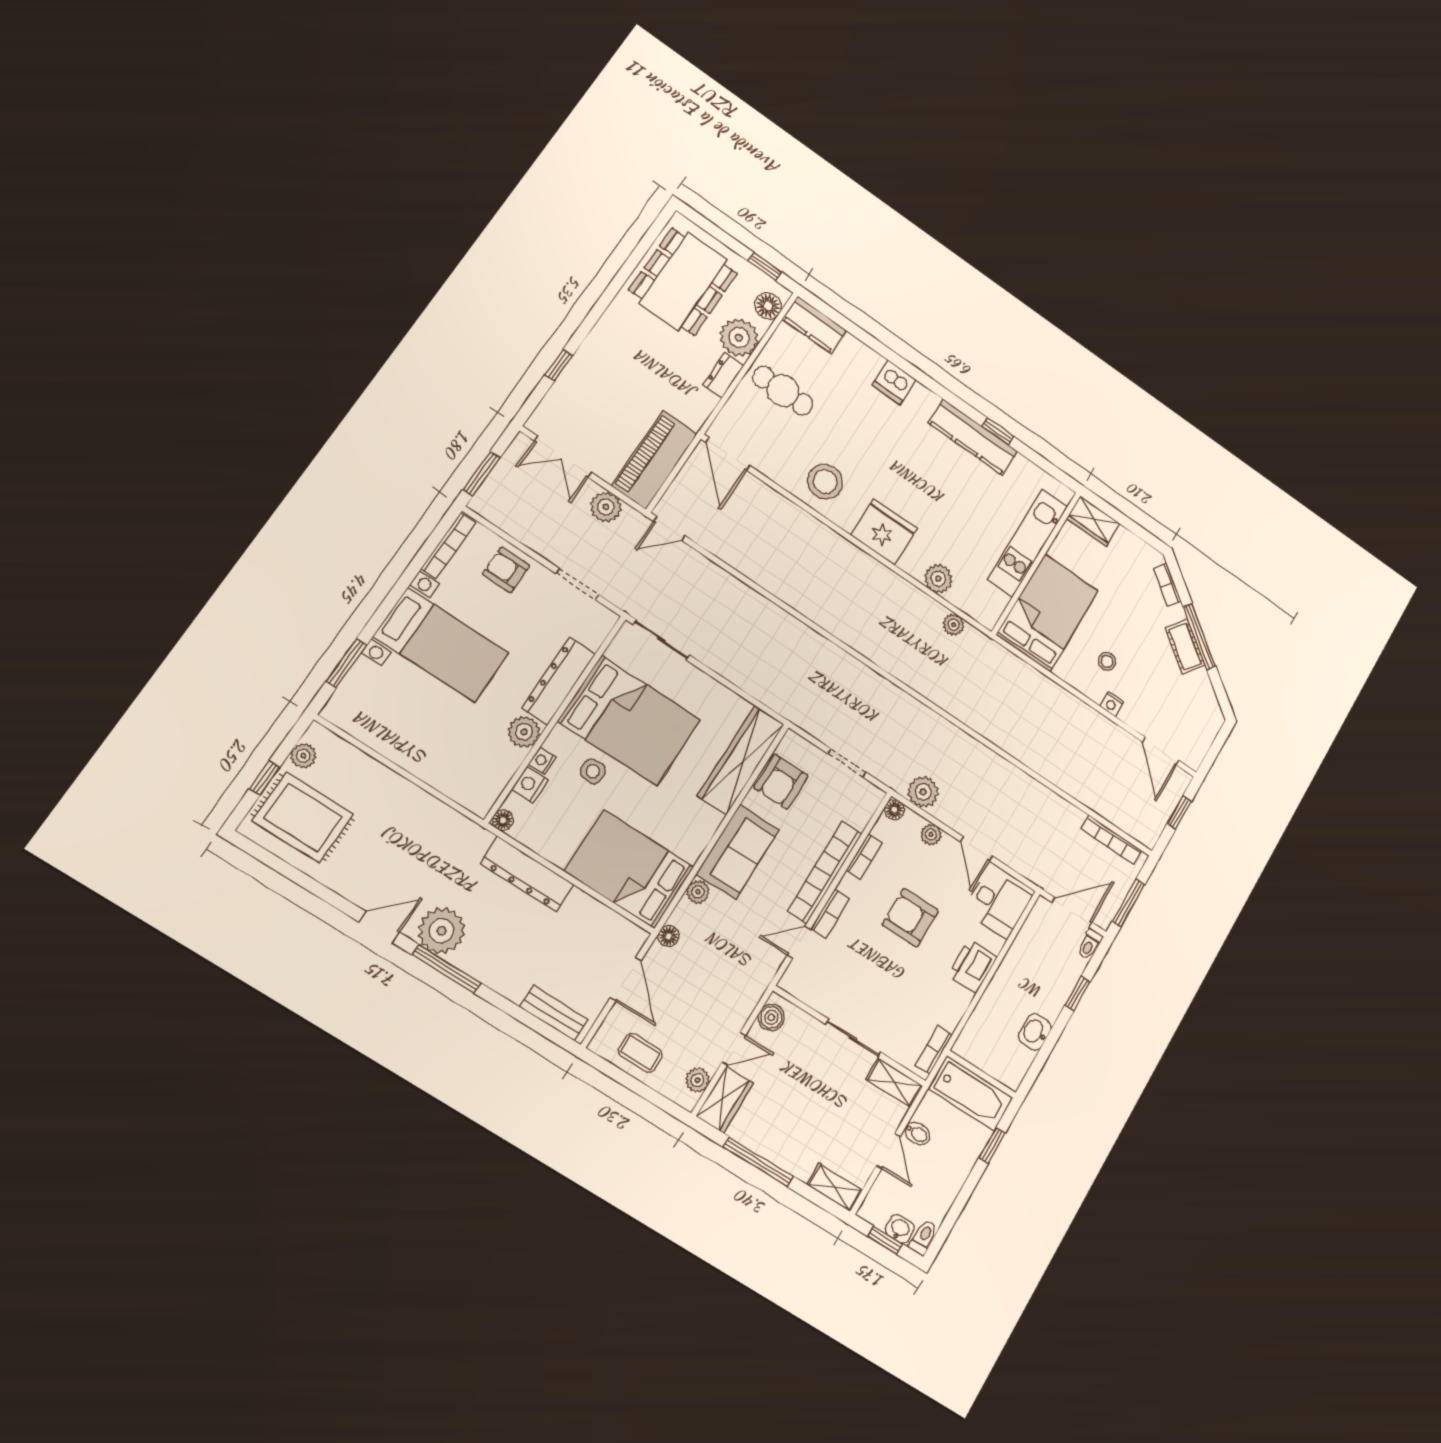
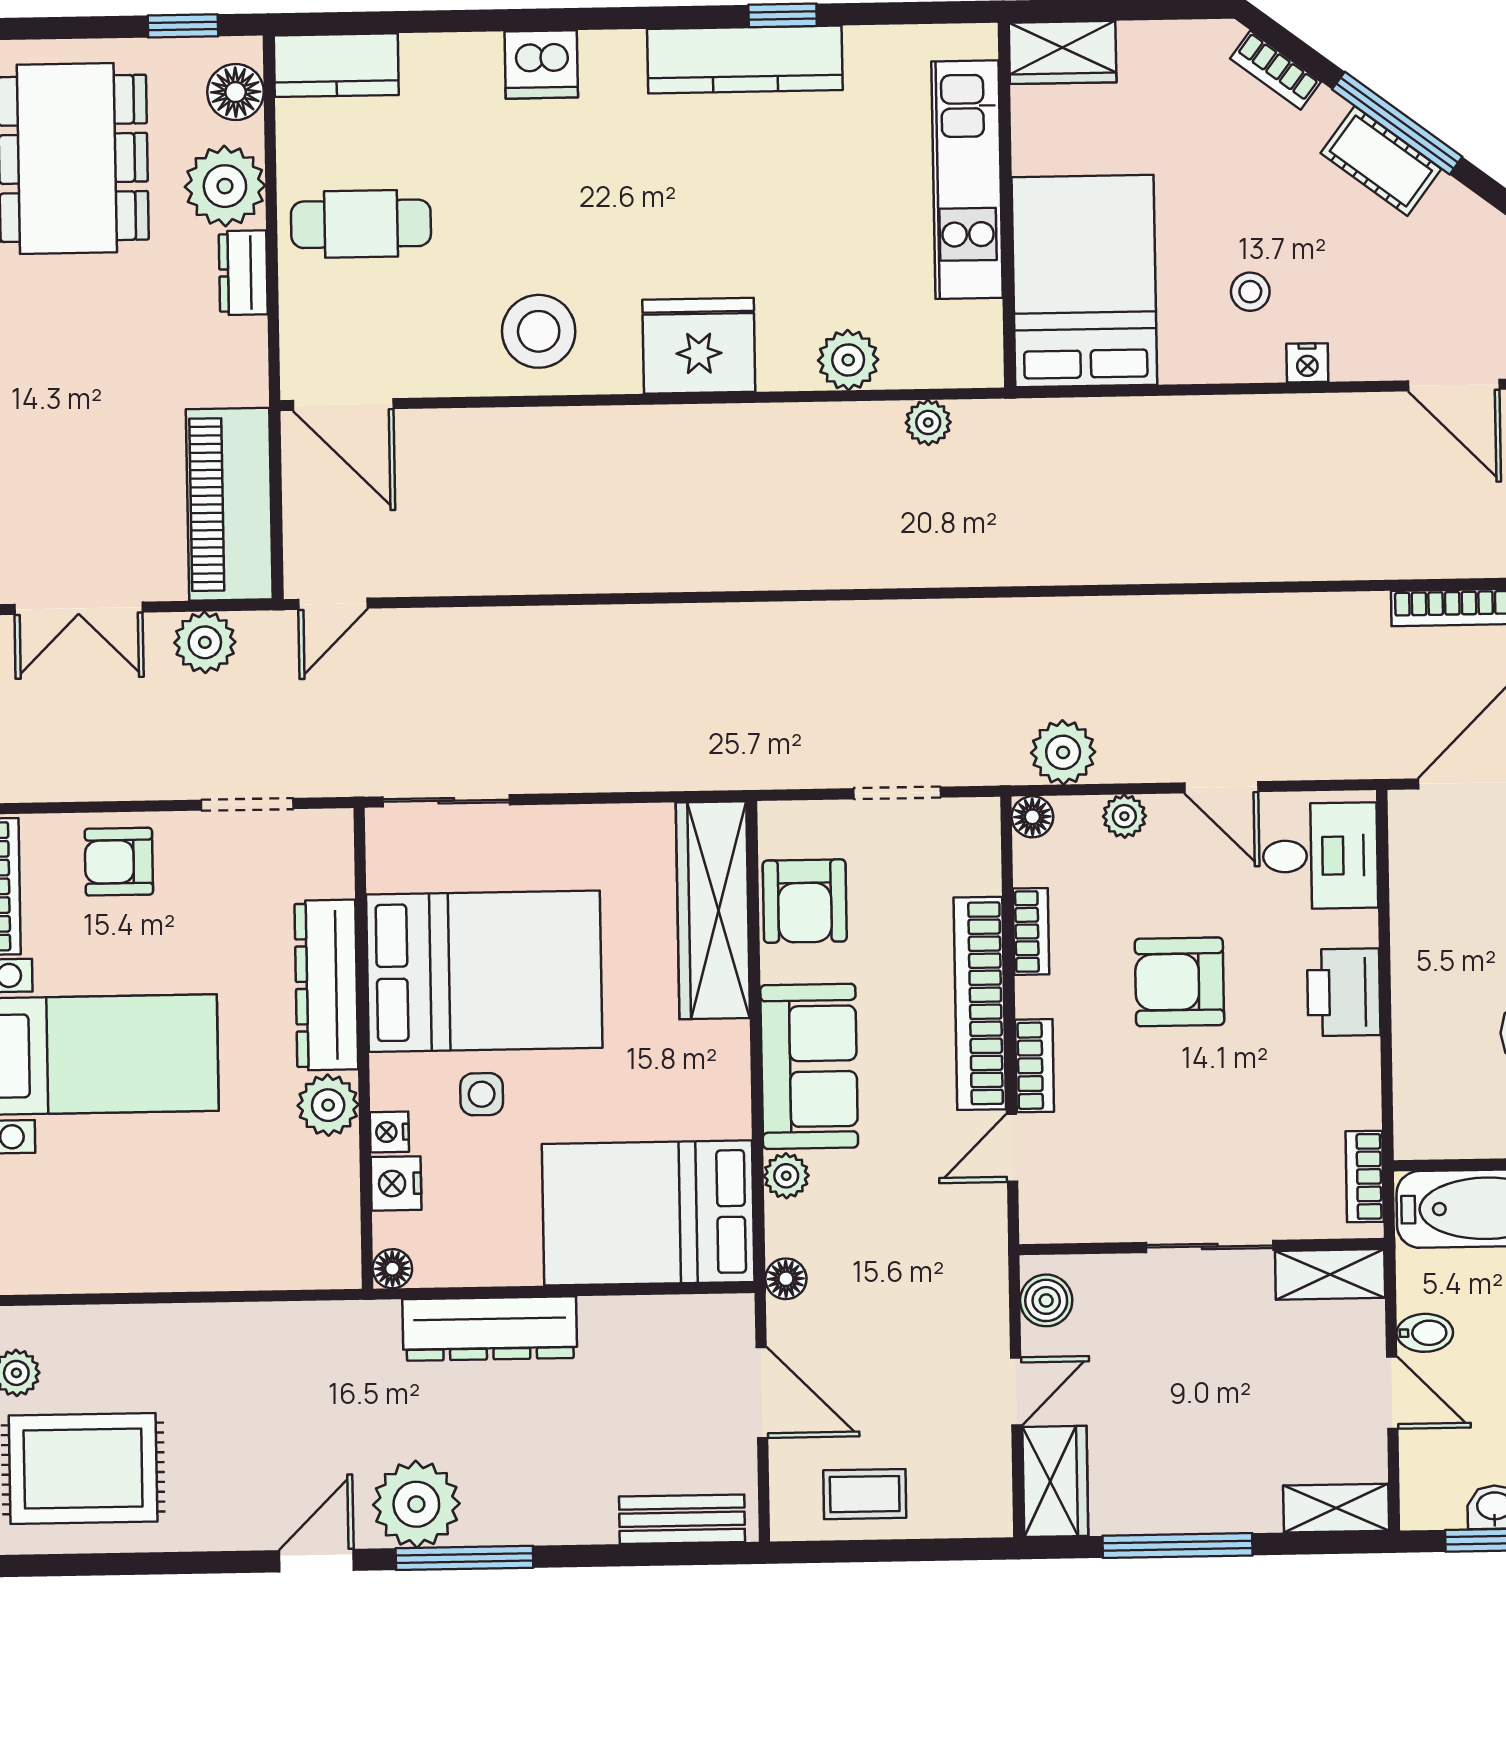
plant: (697, 1080) -> (989, 1479), removed

